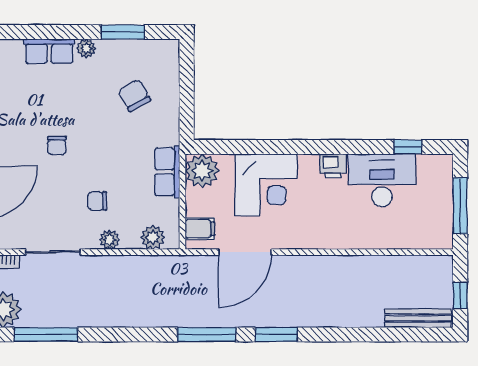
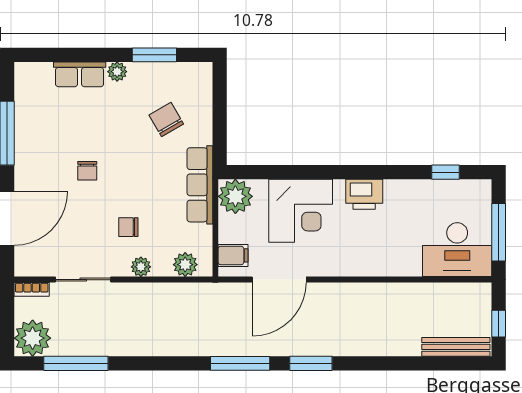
printer: (333, 166) -> (364, 194), width x1.36, depth x1.24
row of seats: (167, 172) -> (200, 185), width x1.48
desk: (382, 180) -> (457, 250), moved, turned 180

